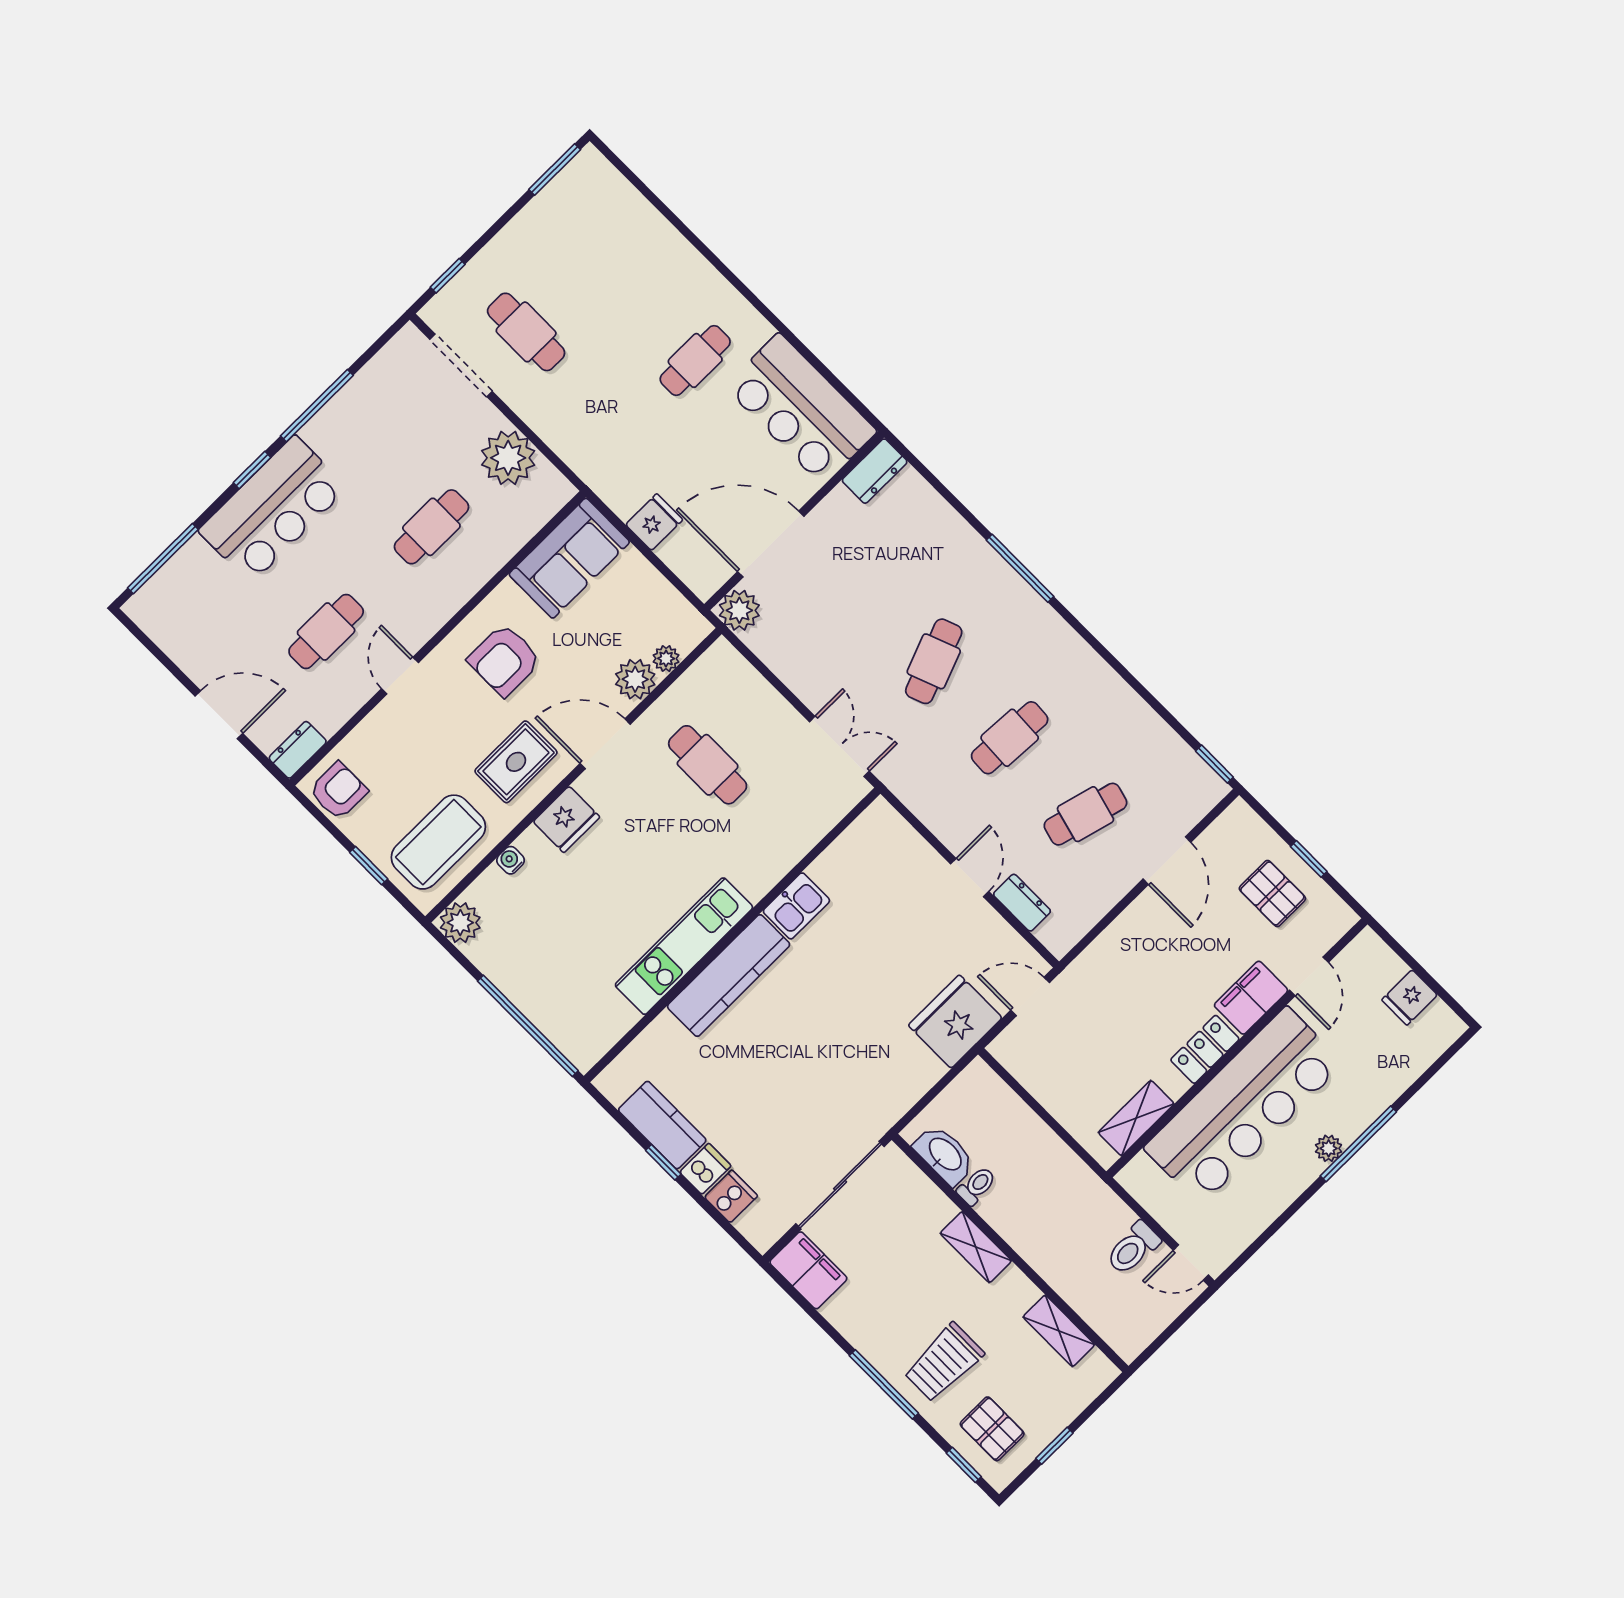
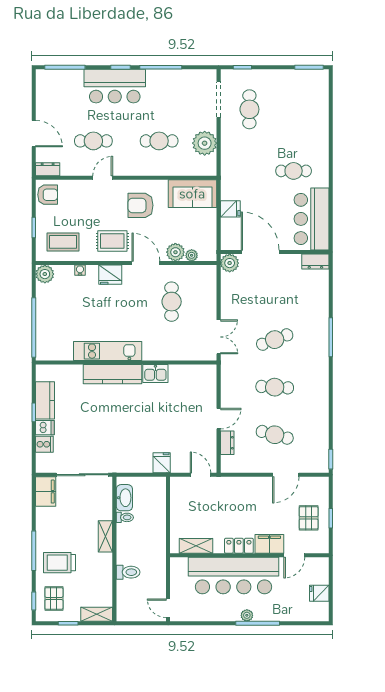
coffee table: (438, 842) -> (63, 242), width x0.73, depth x0.76
fridge: (955, 1022) -> (162, 463), width x0.53, depth x0.75
toilet: (1133, 1248) -> (128, 572), moved, turned 180
shelving: (1059, 1331) -> (97, 614), moved, turned 90

